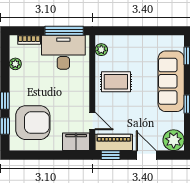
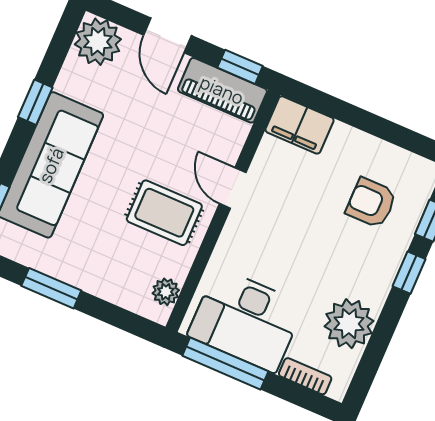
window: (149, 31) -> (51, 288), added
plant: (15, 64) -> (349, 324), width x1.88, depth x1.88
door: (92, 121) -> (233, 188), moved
armchair: (33, 123) -> (371, 203), width x0.53, depth x0.53

